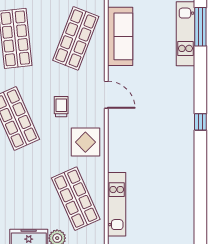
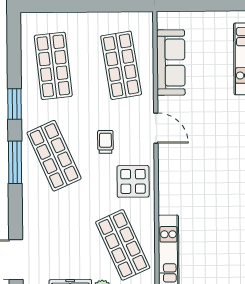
shop shelf: (76, 38) -> (121, 65), turned -30

